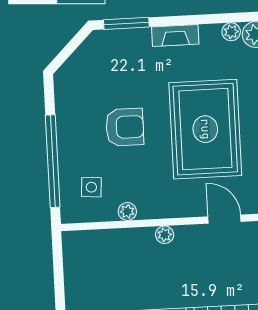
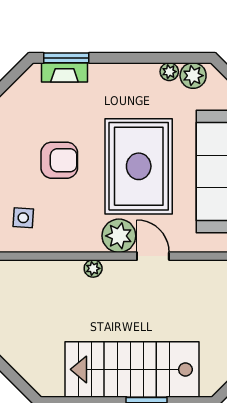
fireplace: (175, 36) -> (64, 72), moved
plant: (127, 211) -> (119, 236), moved, width x1.88, depth x1.88

